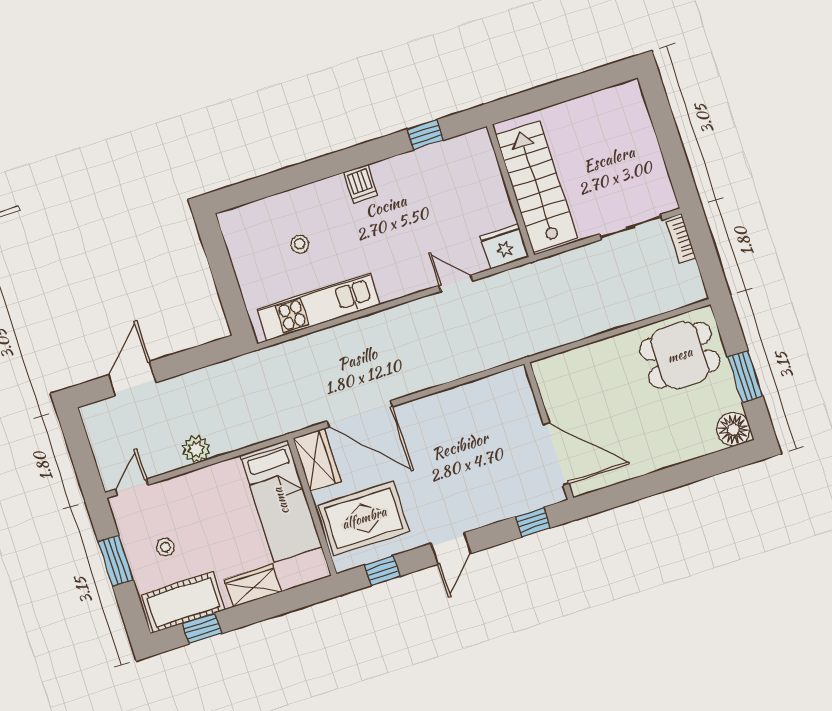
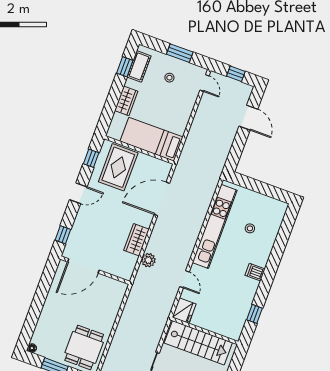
door: (456, 283) -> (185, 279), hinge flipped
kitchen unit: (318, 307) -> (215, 226), width x1.36
floor lamp: (733, 429) -> (32, 348), width x0.53, depth x0.53
plant: (196, 449) -> (148, 260), moved
window: (80, 450) -> (236, 74), added
wardrobe: (317, 460) -> (136, 240), moved, turned 90
door: (451, 548) -> (78, 193), swing flipped
cot: (183, 602) -> (139, 66), width x0.73, depth x0.75

